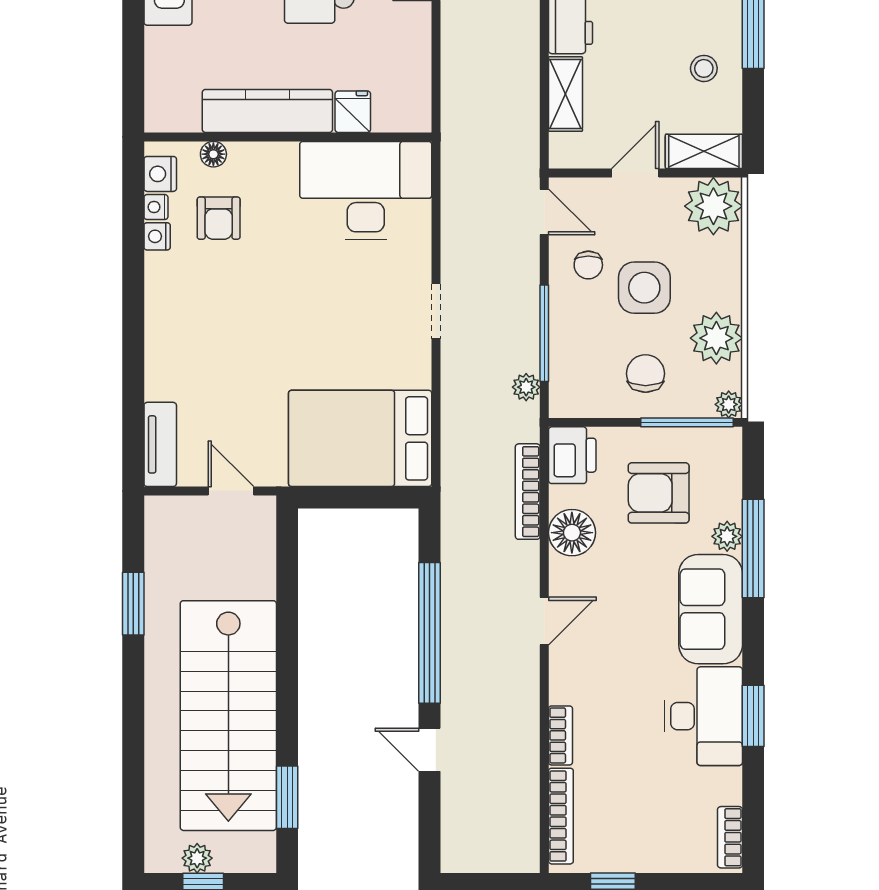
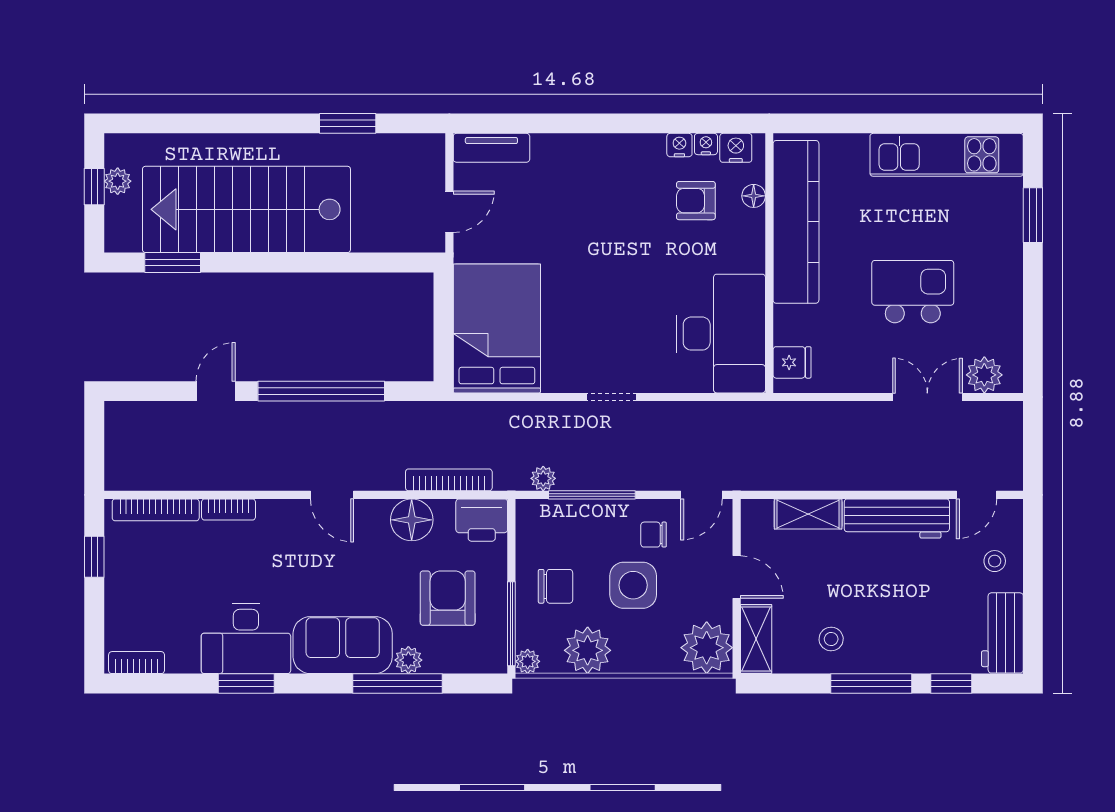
kitchen counter: (267, 111) -> (796, 222), width x1.39, depth x1.17
fridge: (353, 112) -> (792, 362), moved

